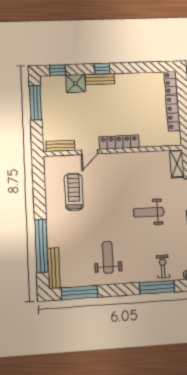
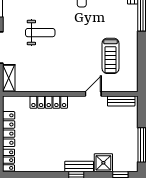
locker: (119, 142) -> (49, 102), moved

